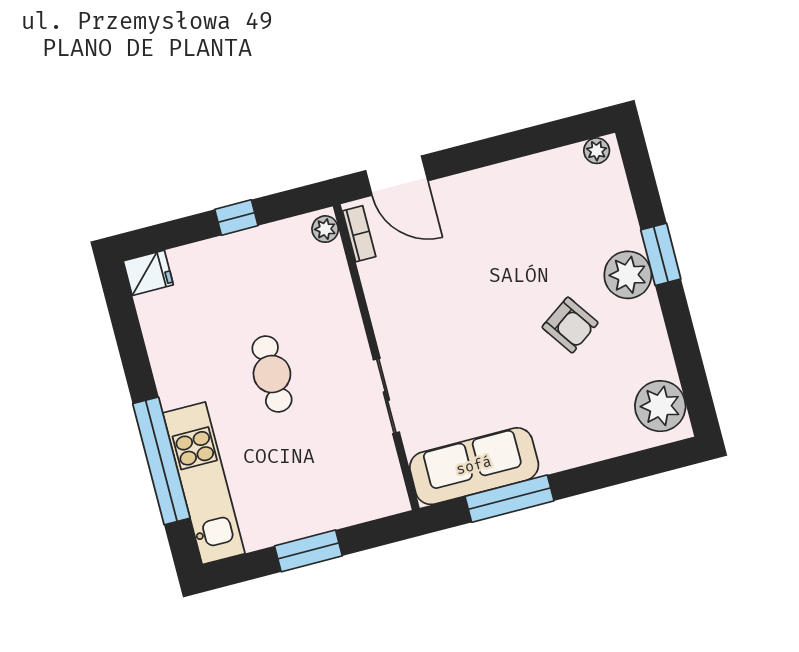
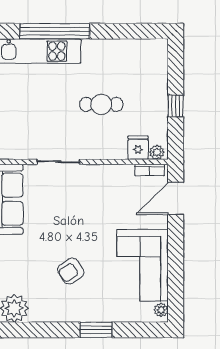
corner sofa: (528, 203) -> (142, 265), added
fridge: (148, 273) -> (138, 148), moved, turned 180
plant: (628, 275) -> (90, 309), removed
cafe table: (272, 374) -> (101, 104), moved

